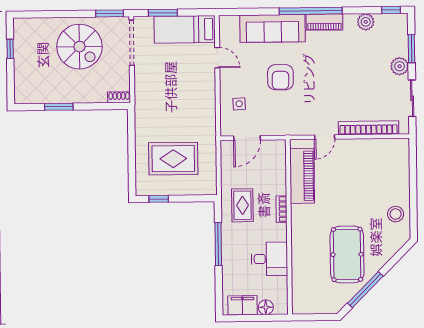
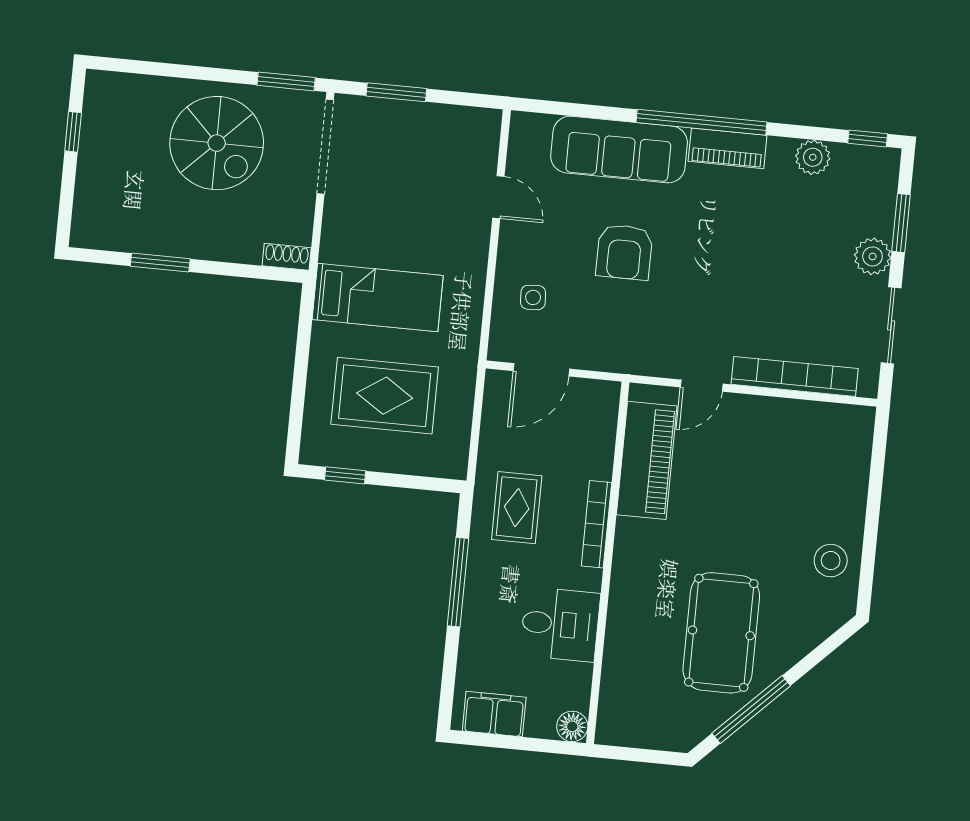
bed: (185, 29) -> (378, 297), moved, turned 180
bookcase: (282, 209) -> (596, 524), width x1.56
floor lamp: (266, 307) -> (572, 726), moved

